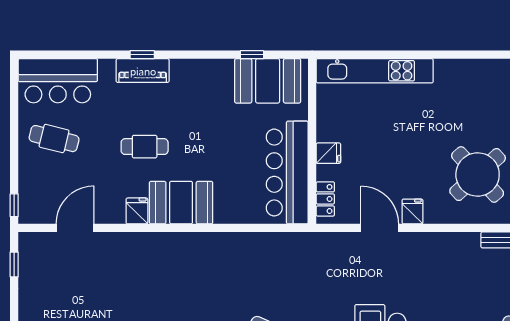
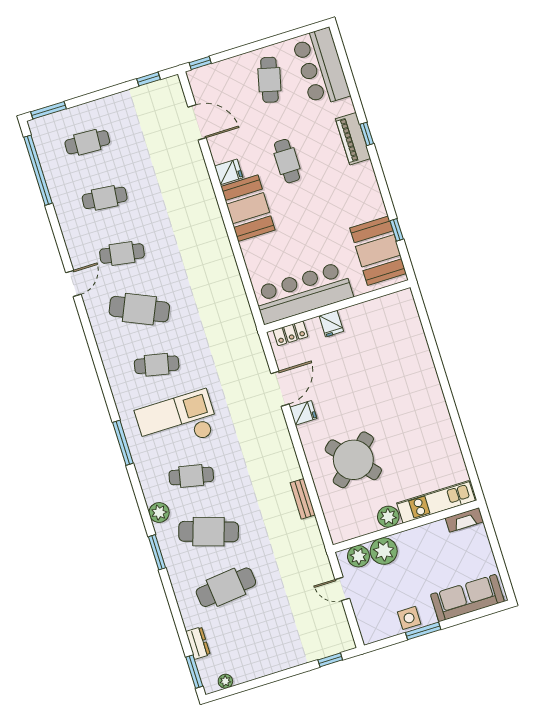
kitchen unit: (375, 71) -> (416, 342), removed

